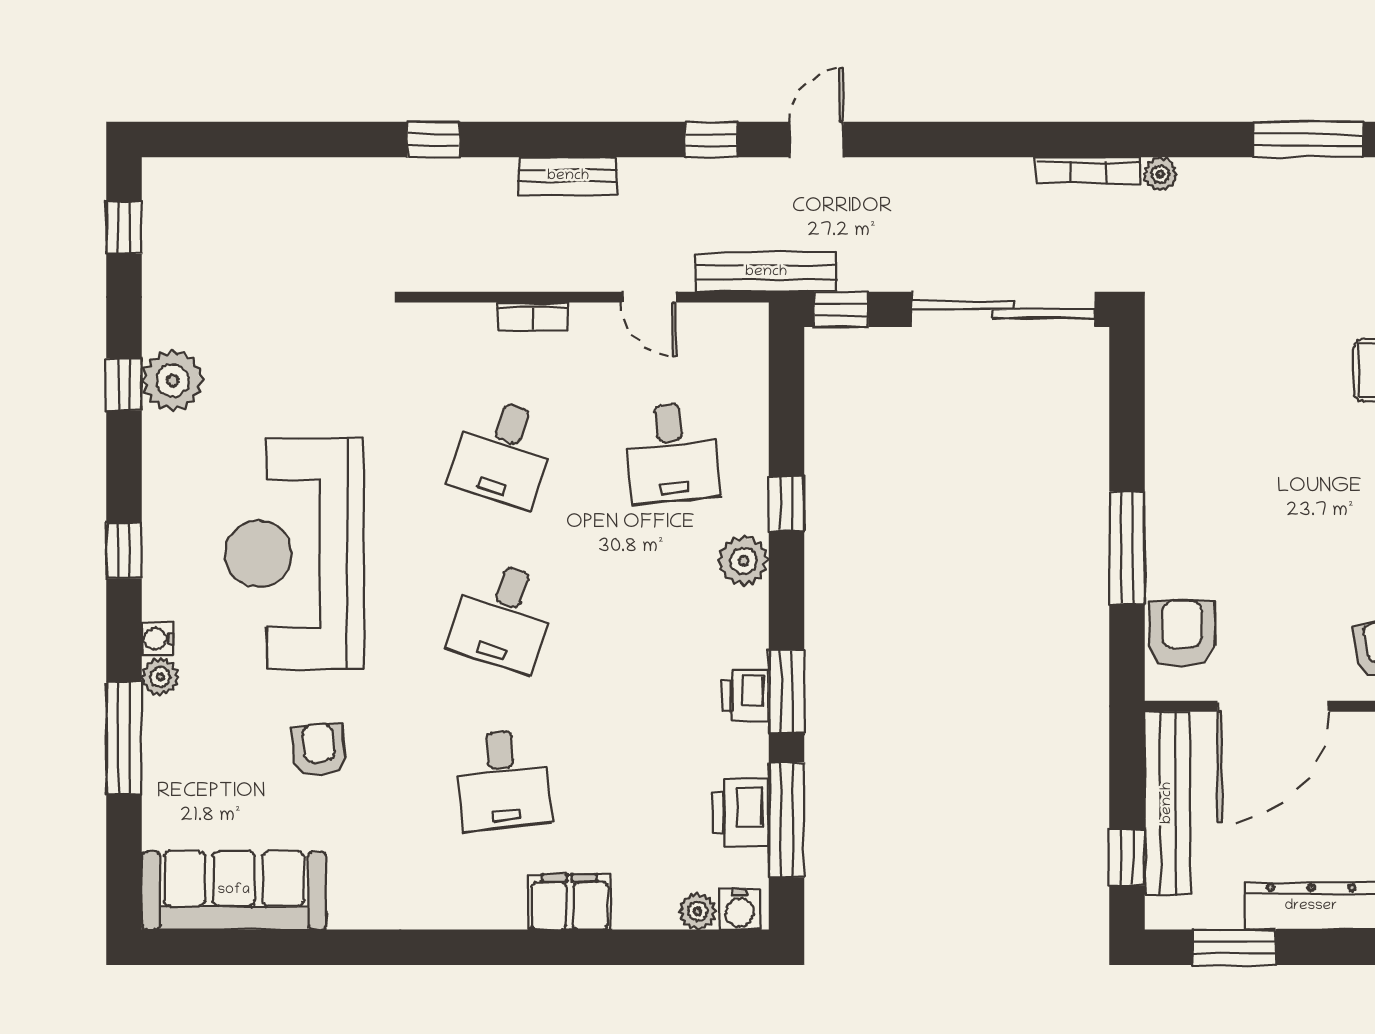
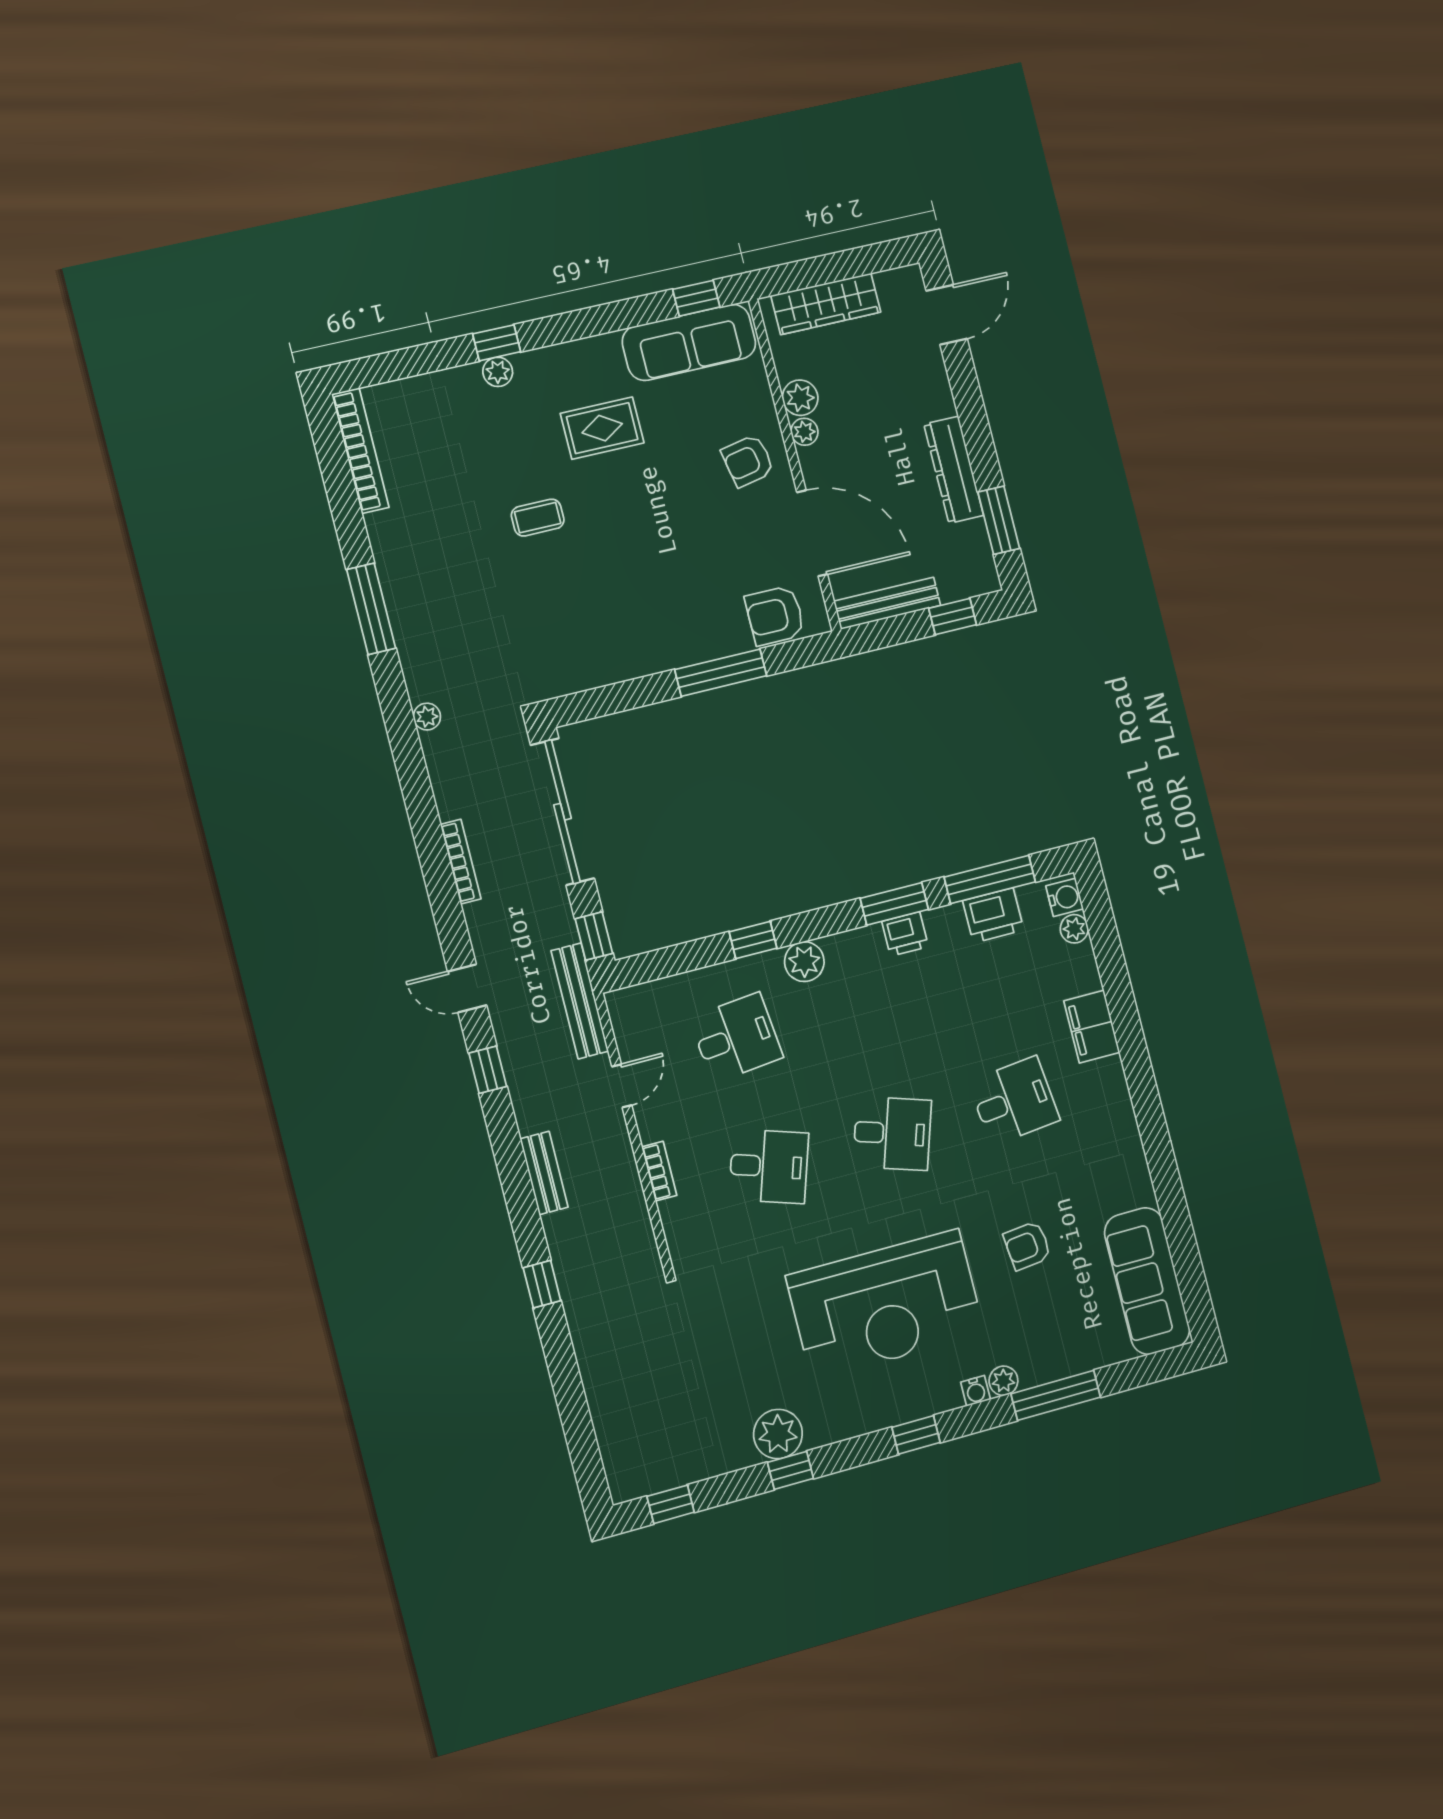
bookcase: (1088, 170) -> (461, 862), moved
bench: (1167, 803) -> (887, 603), width x0.73, depth x0.82

